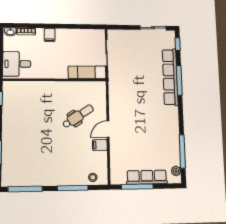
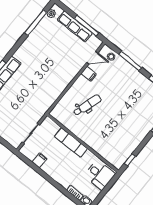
filing cabinet: (50, 35) -> (39, 160), moved
exam couch: (87, 72) -> (71, 143), moved
dental chair: (78, 116) -> (87, 105), turned 141
door: (108, 129) -> (92, 58), moved

